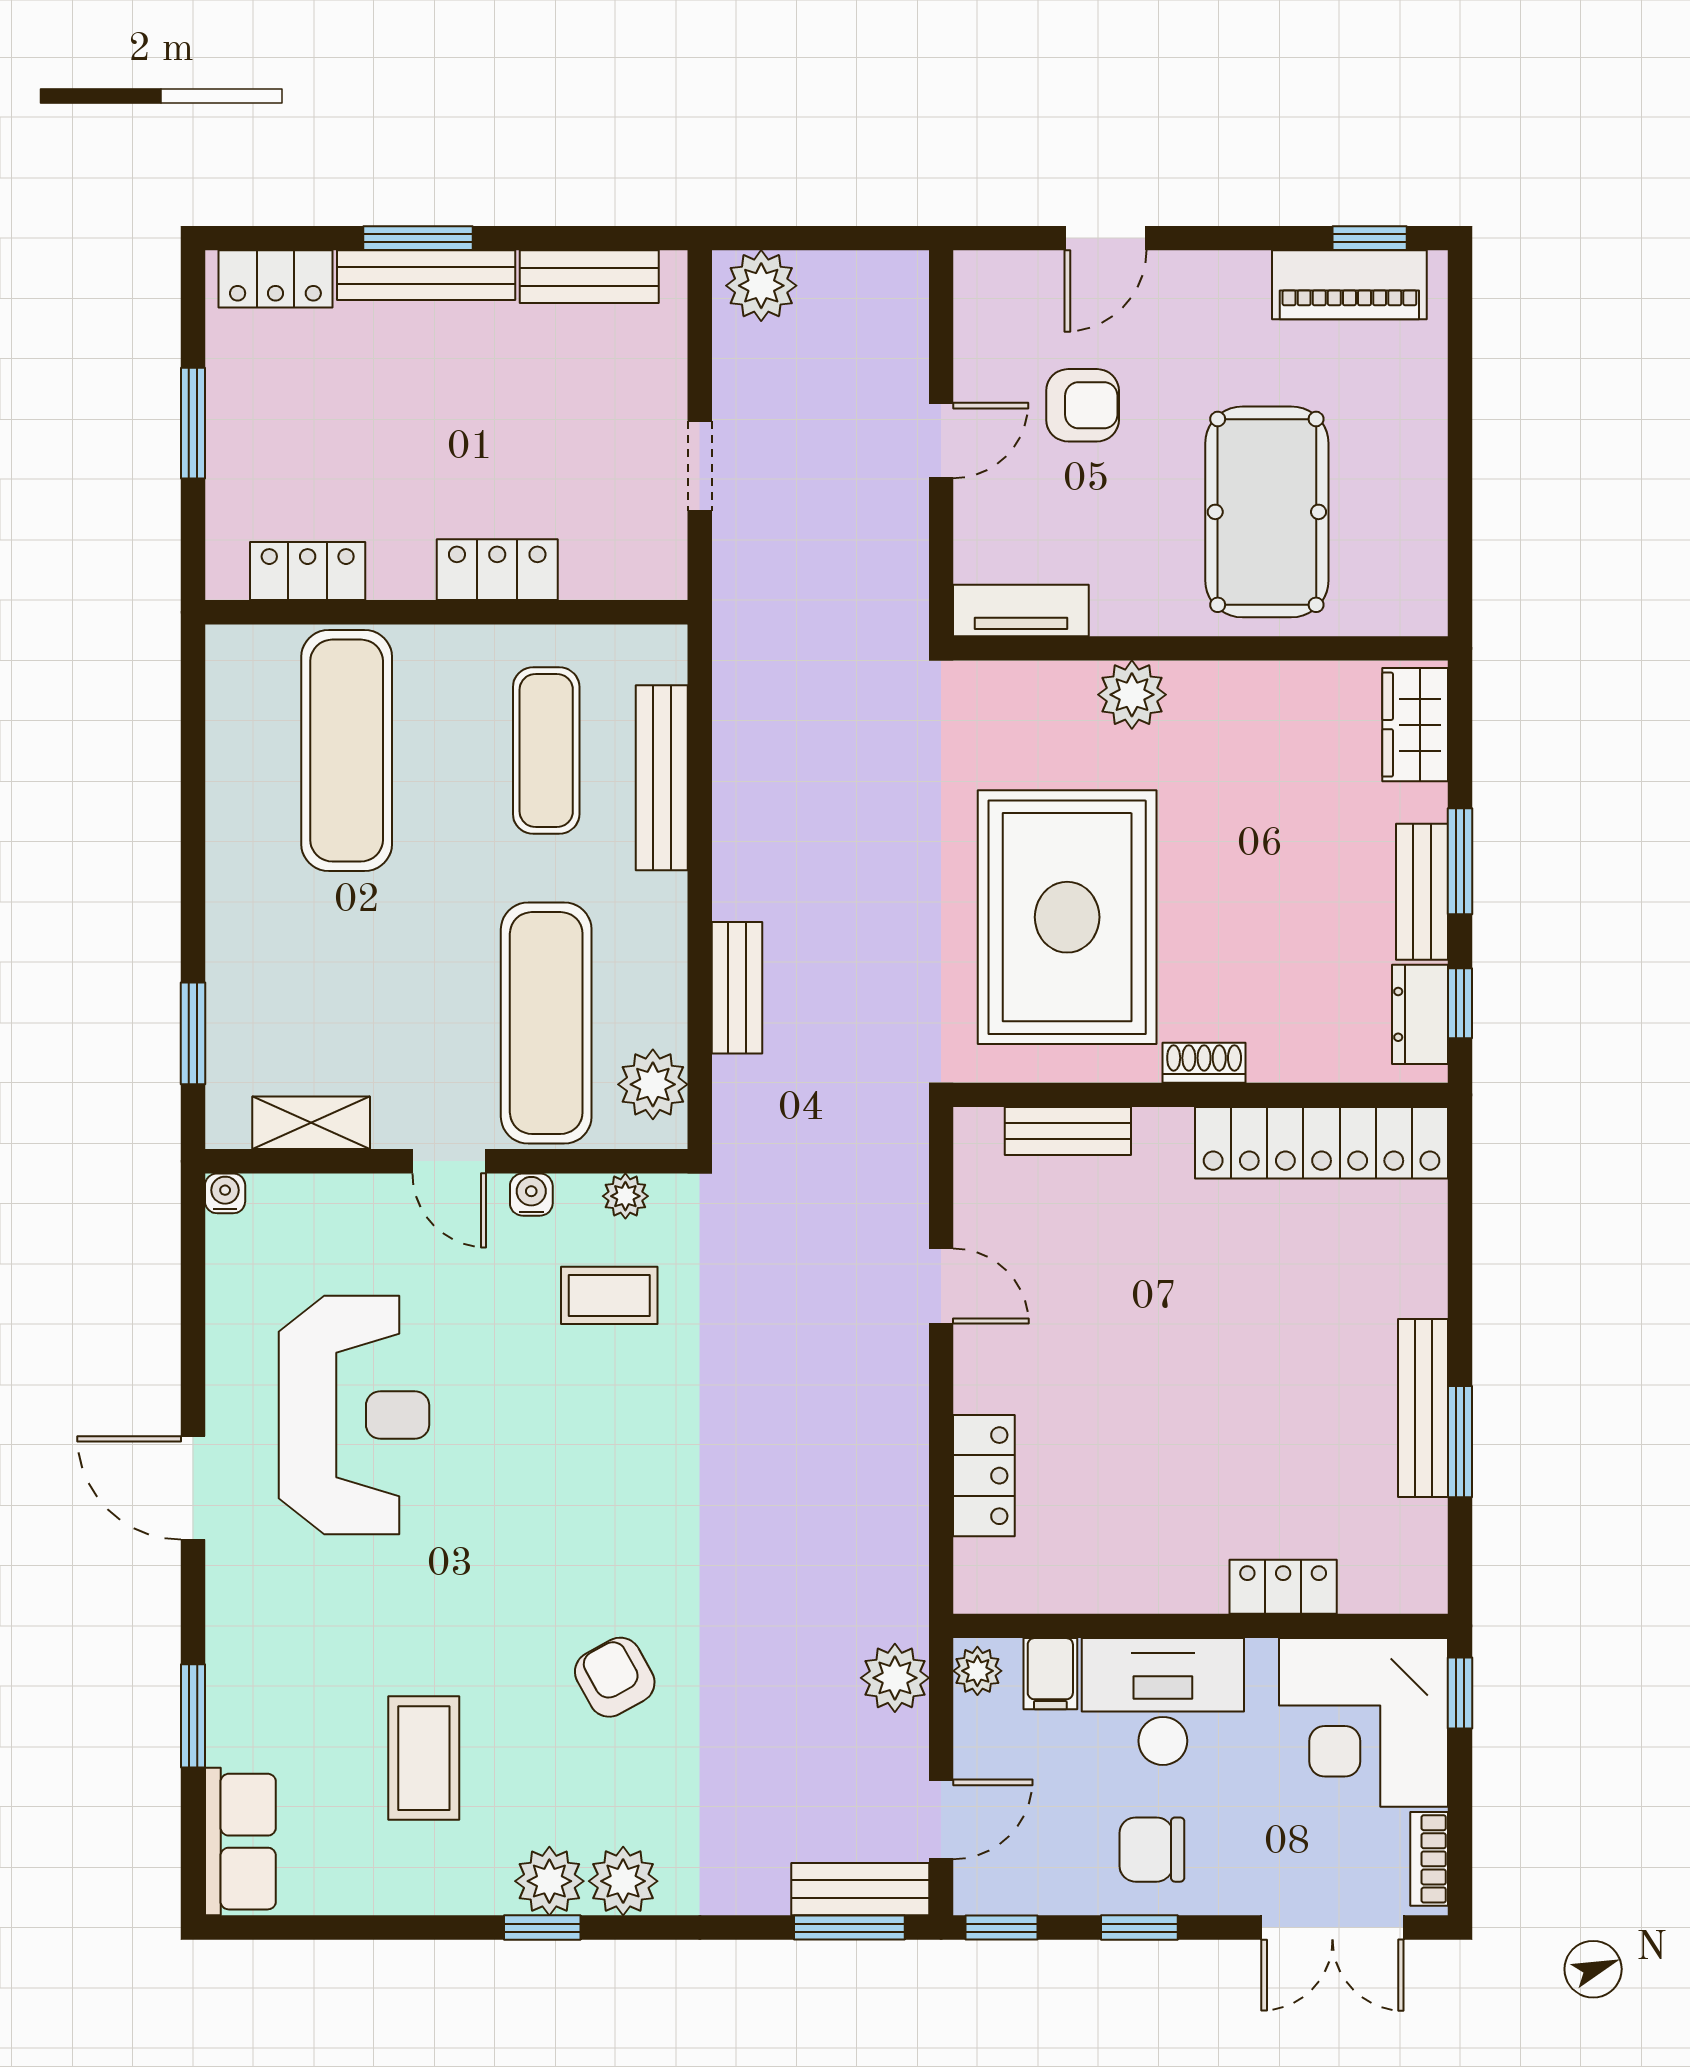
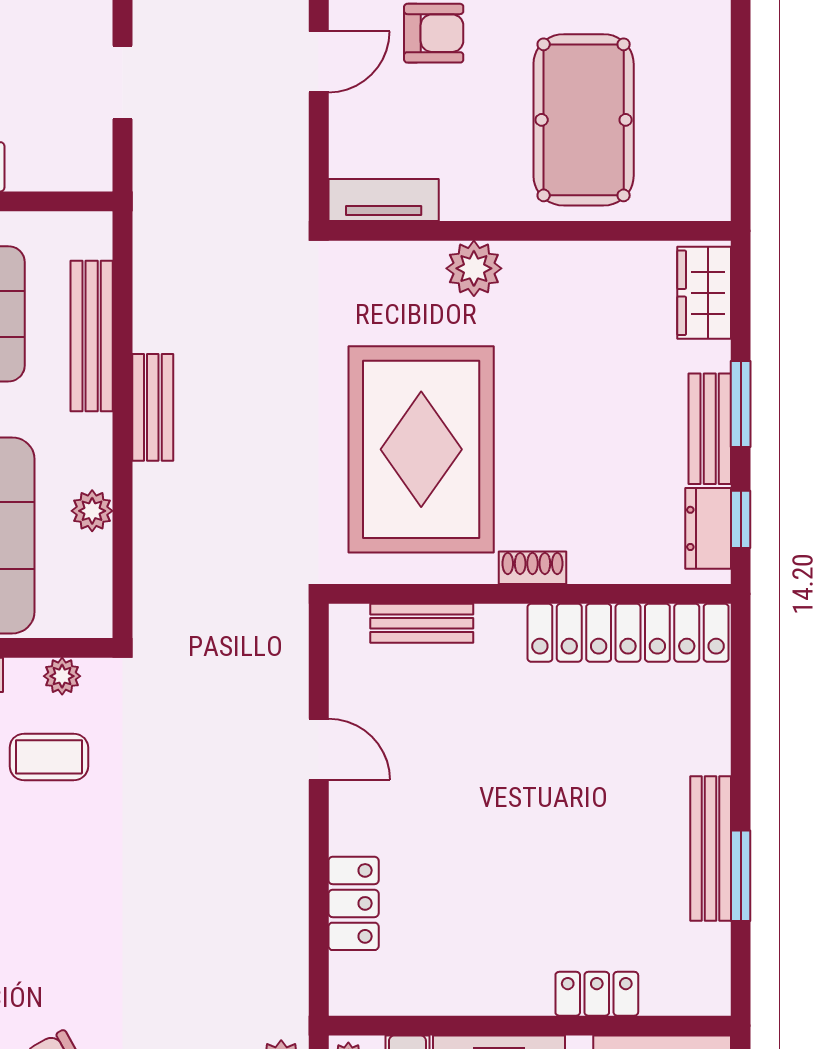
bench: (737, 988) -> (153, 407), moved
plant: (653, 1084) -> (92, 511), moved, width x0.73, depth x0.73

